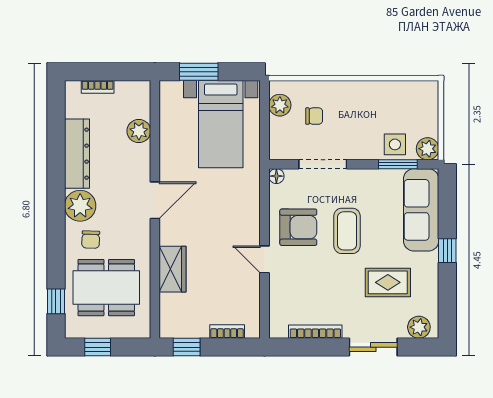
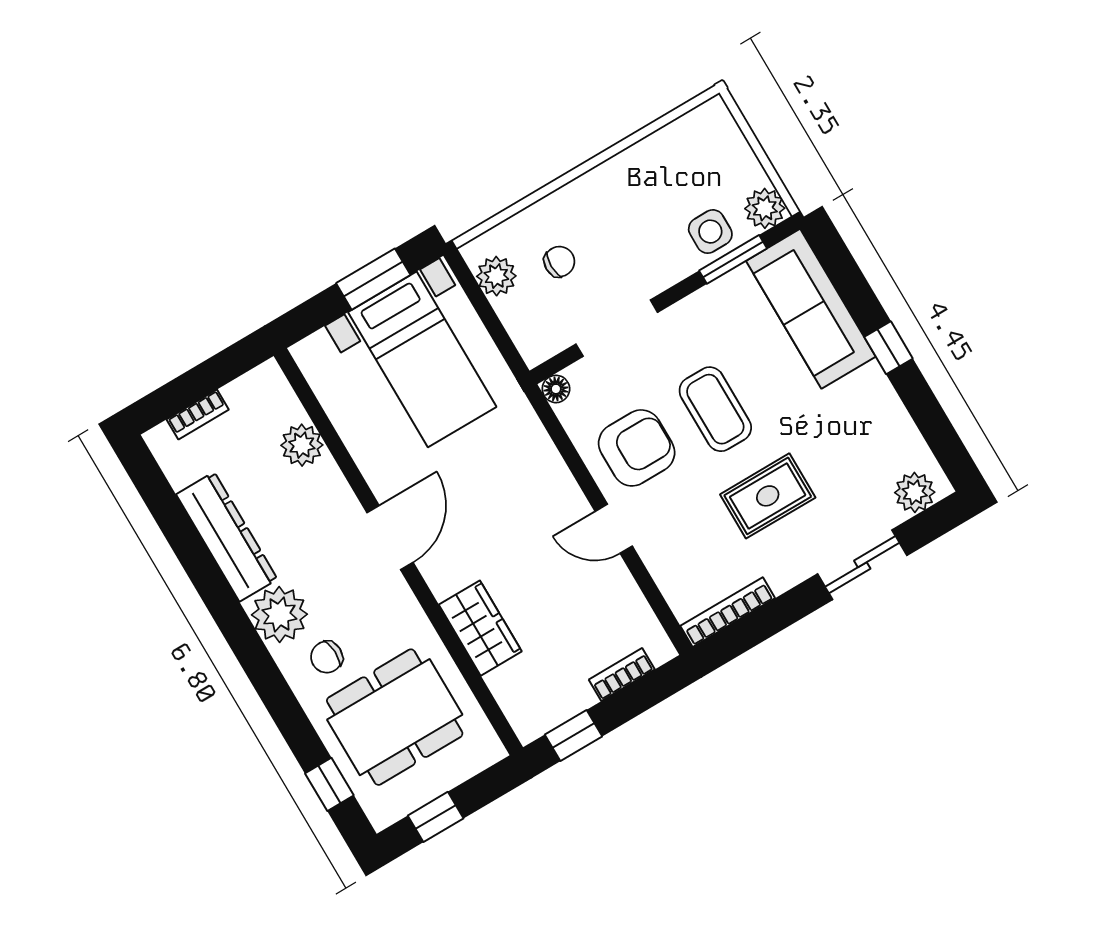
window: (199, 72) -> (373, 279), moved
chair: (91, 240) -> (327, 657), turned 86
rug: (388, 282) -> (768, 496), moved
bookcase: (315, 332) -> (728, 612), moved

